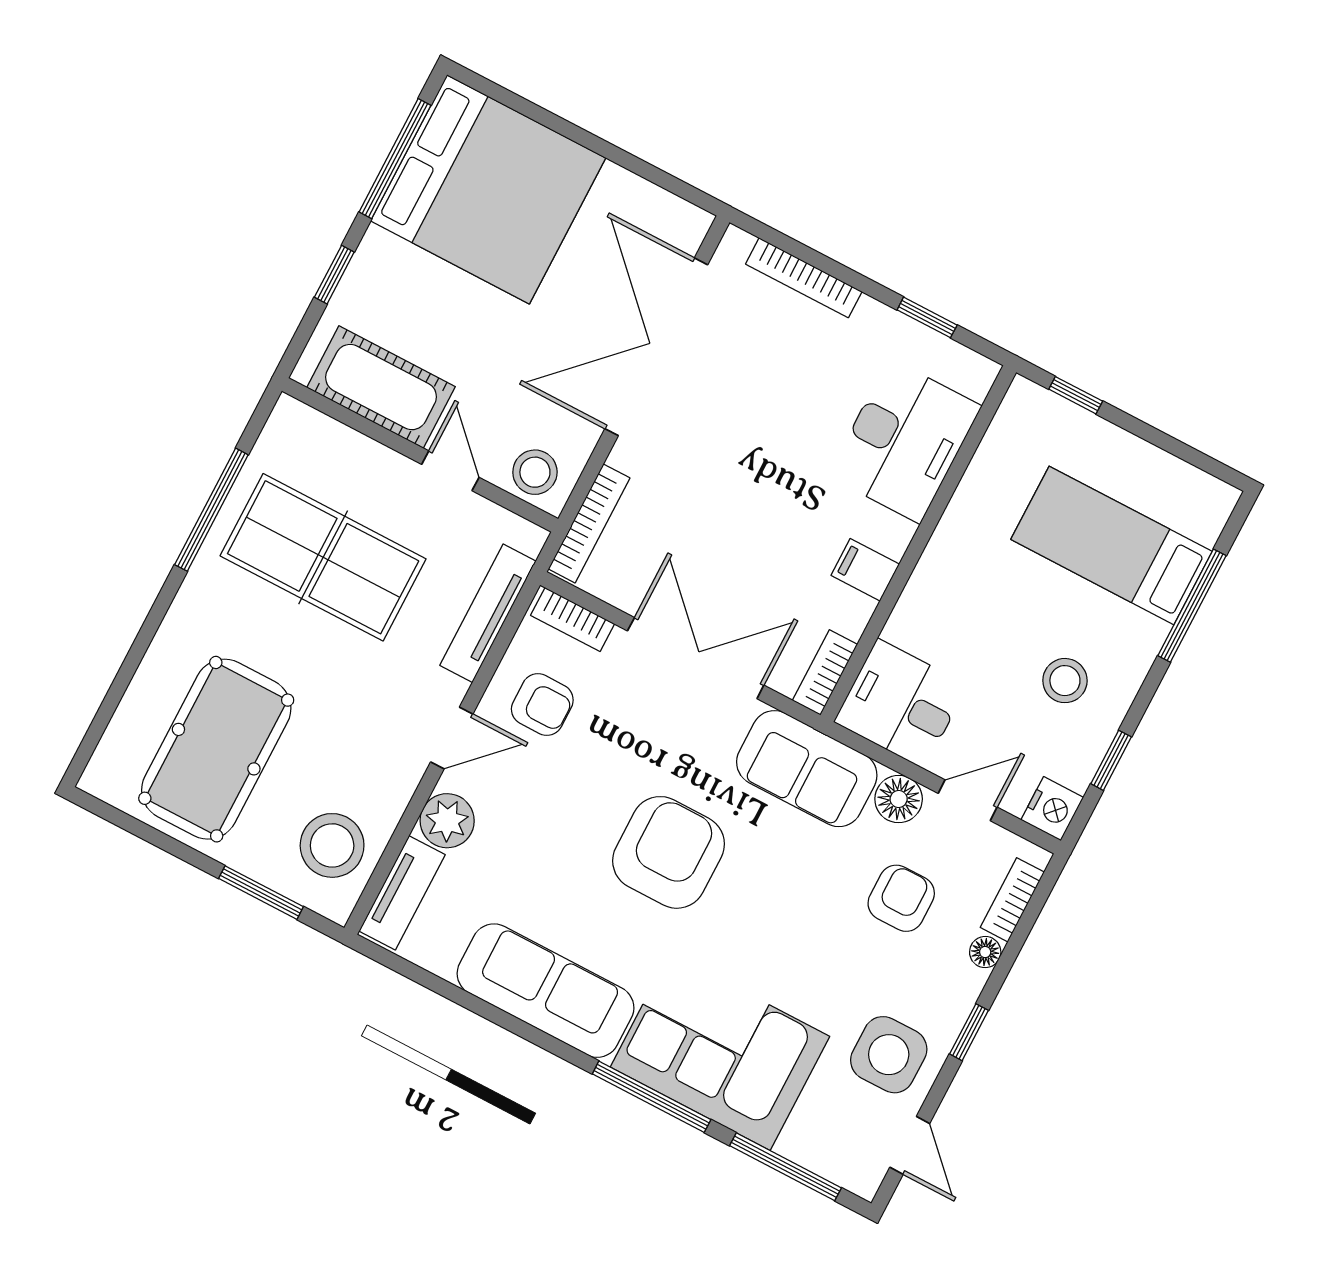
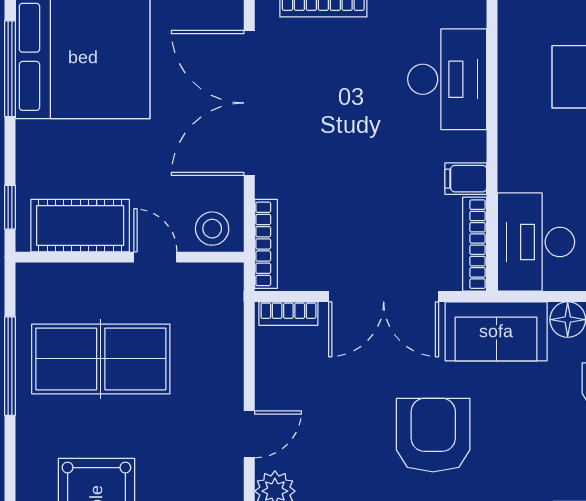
window: (334, 275) -> (10, 207), moved
tv unit: (488, 613) -> (230, 339), removed
double door: (696, 658) -> (384, 296), swing flipped
bookcase: (825, 672) -> (475, 244), width x1.56
armchair: (542, 704) -> (298, 381), removed
desk: (901, 704) -> (536, 242), width x1.37

